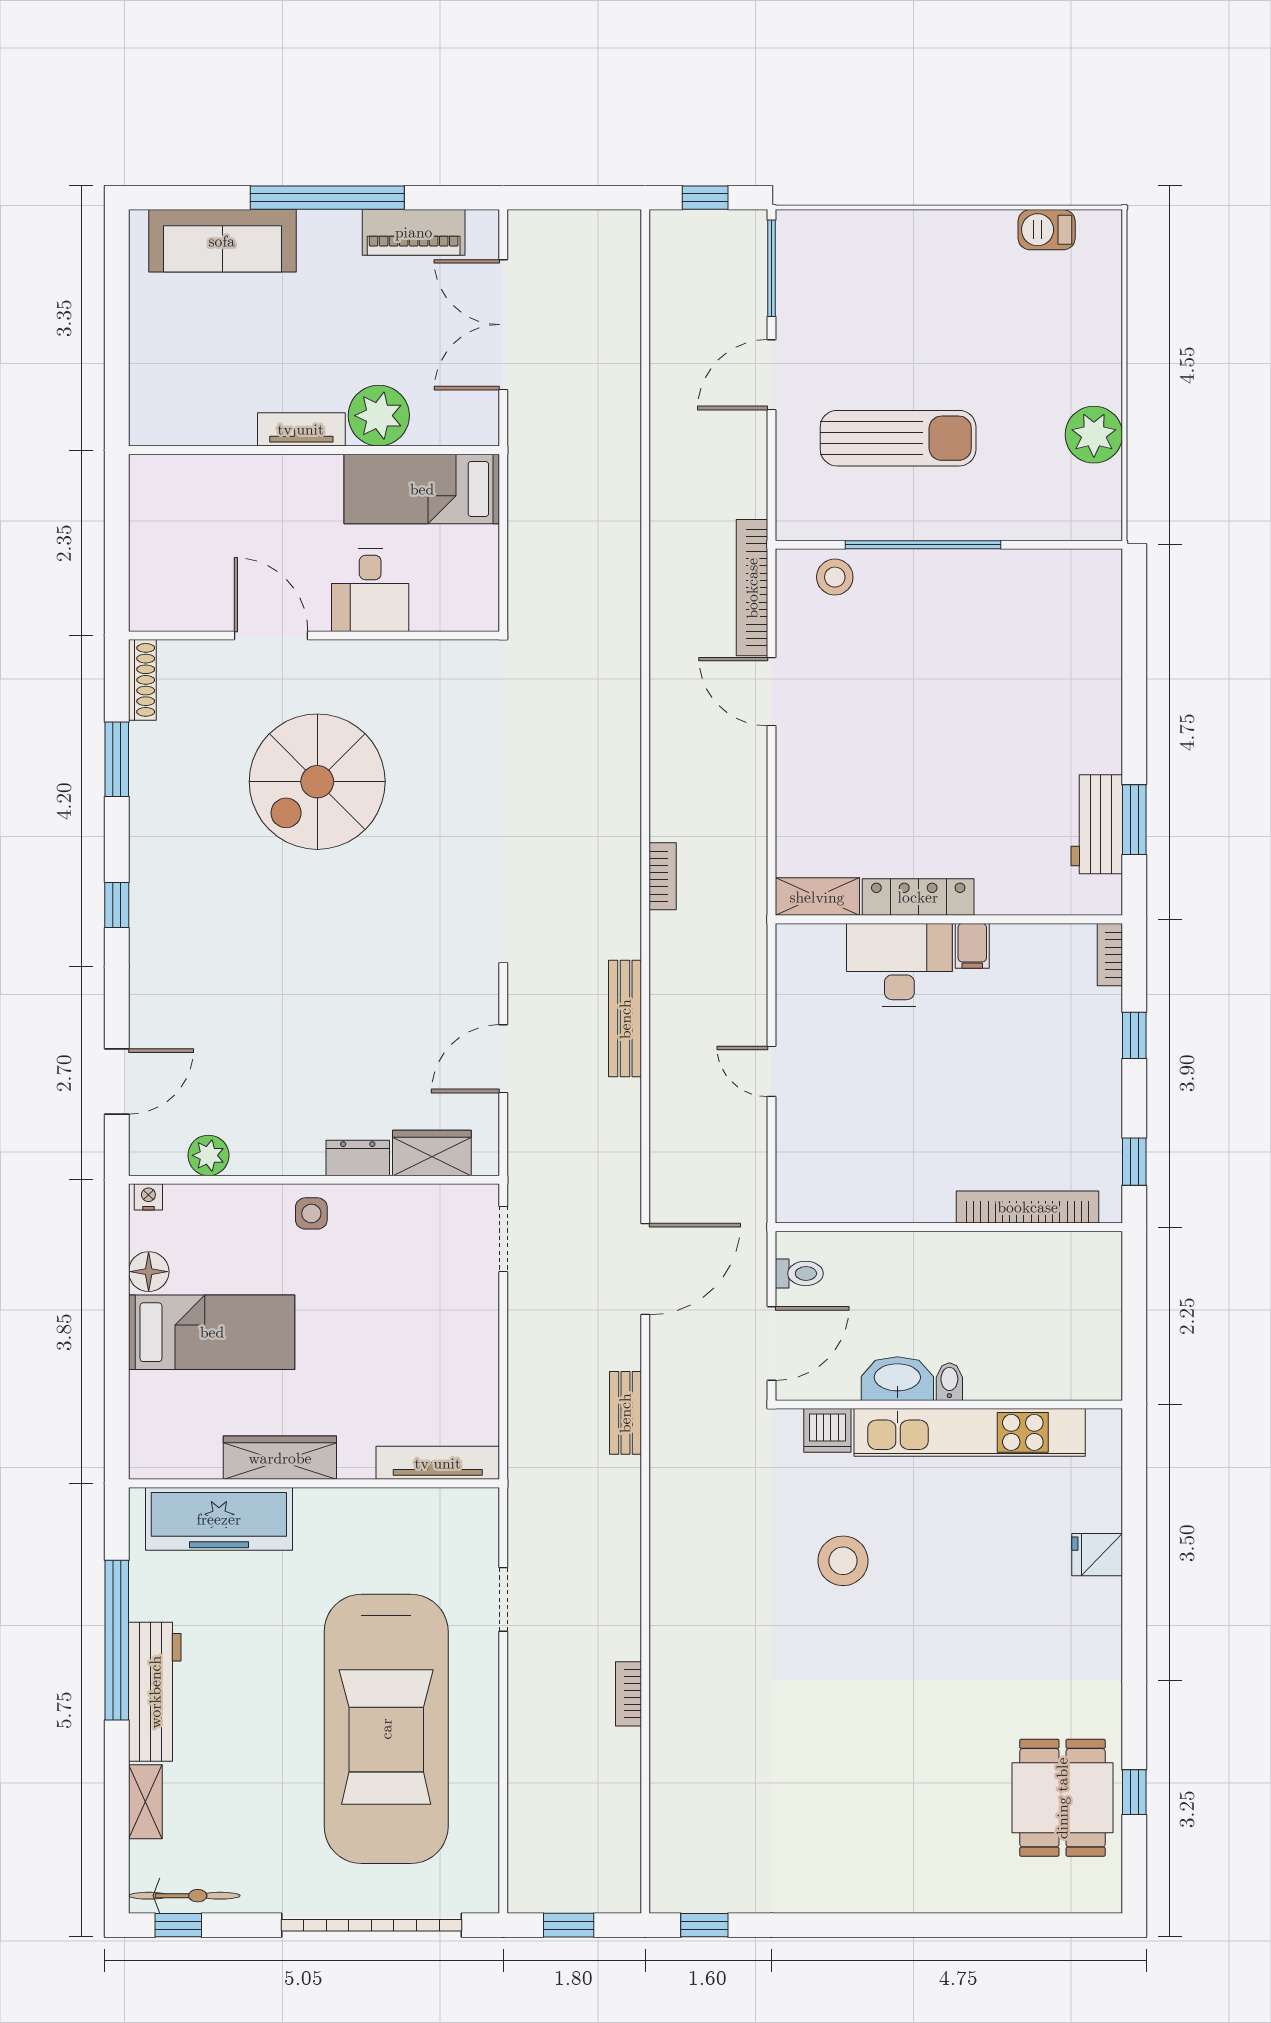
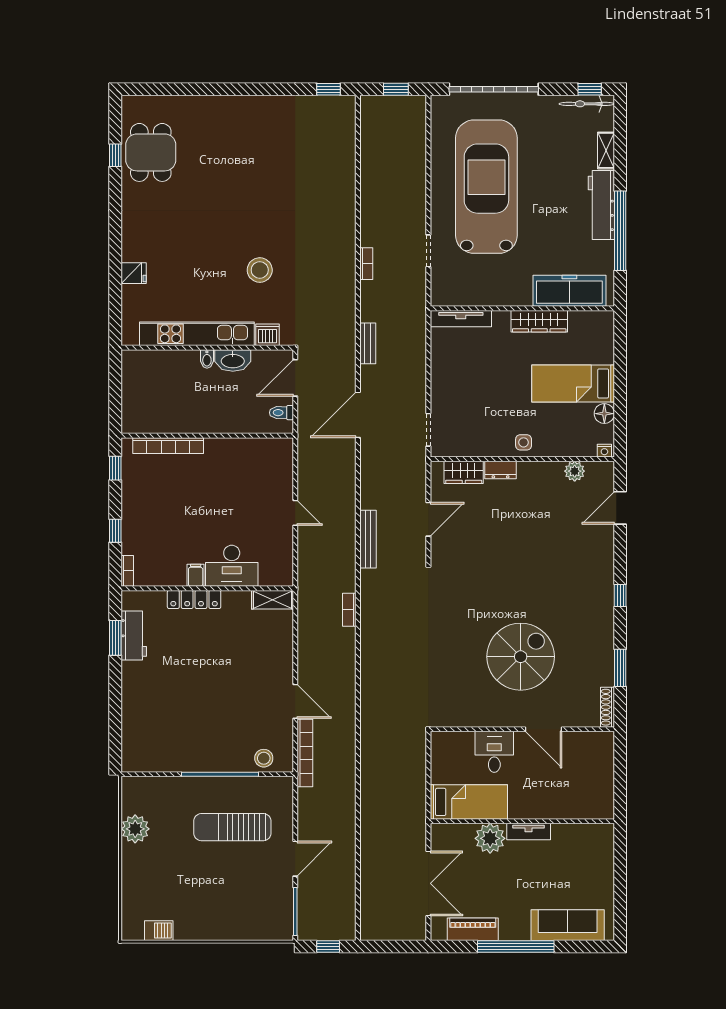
locker: (918, 897) -> (194, 599), moved
bookcase: (628, 1694) -> (366, 264), moved

